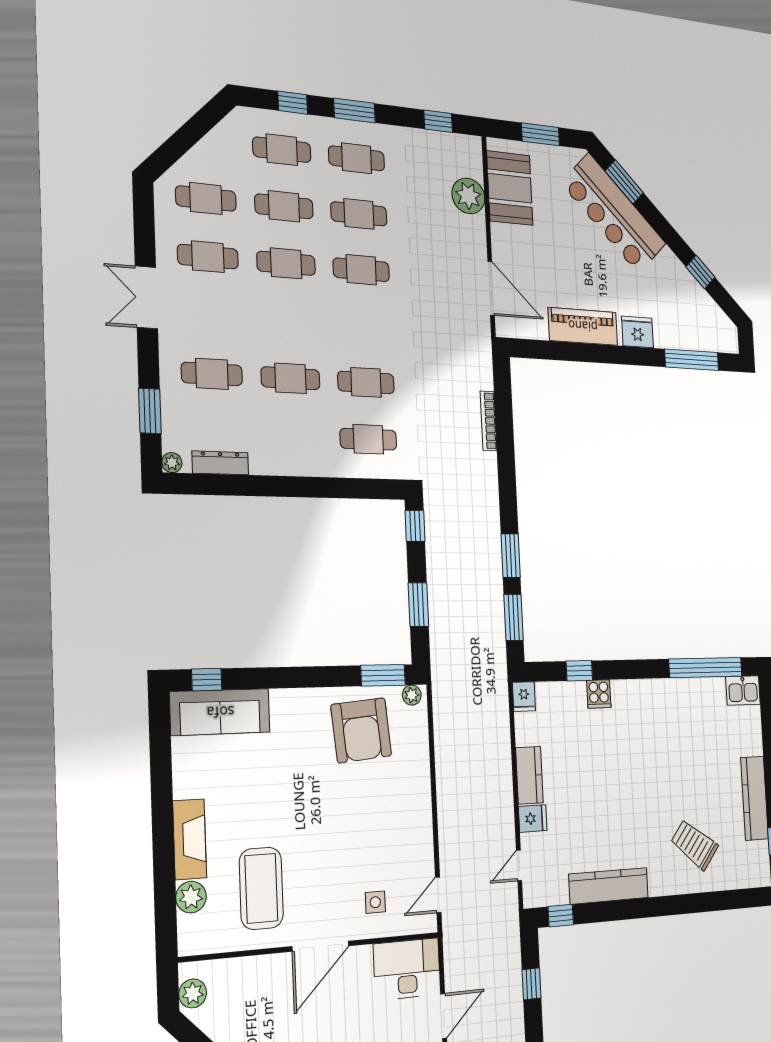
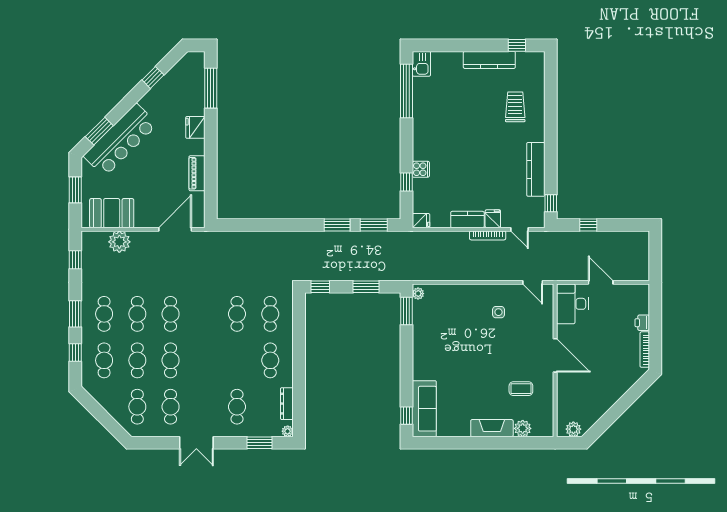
piano: (583, 326) -> (197, 173), width x0.73, depth x0.75
cafe table: (291, 378) -> (270, 360), moved
bookcase: (489, 421) -> (488, 235), moved
armchair: (361, 730) -> (437, 326), removed
trolley: (694, 845) -> (515, 107), turned 142
coffee table: (261, 888) -> (521, 389), width x0.54, depth x0.58
side table: (375, 902) -> (499, 312), moved

